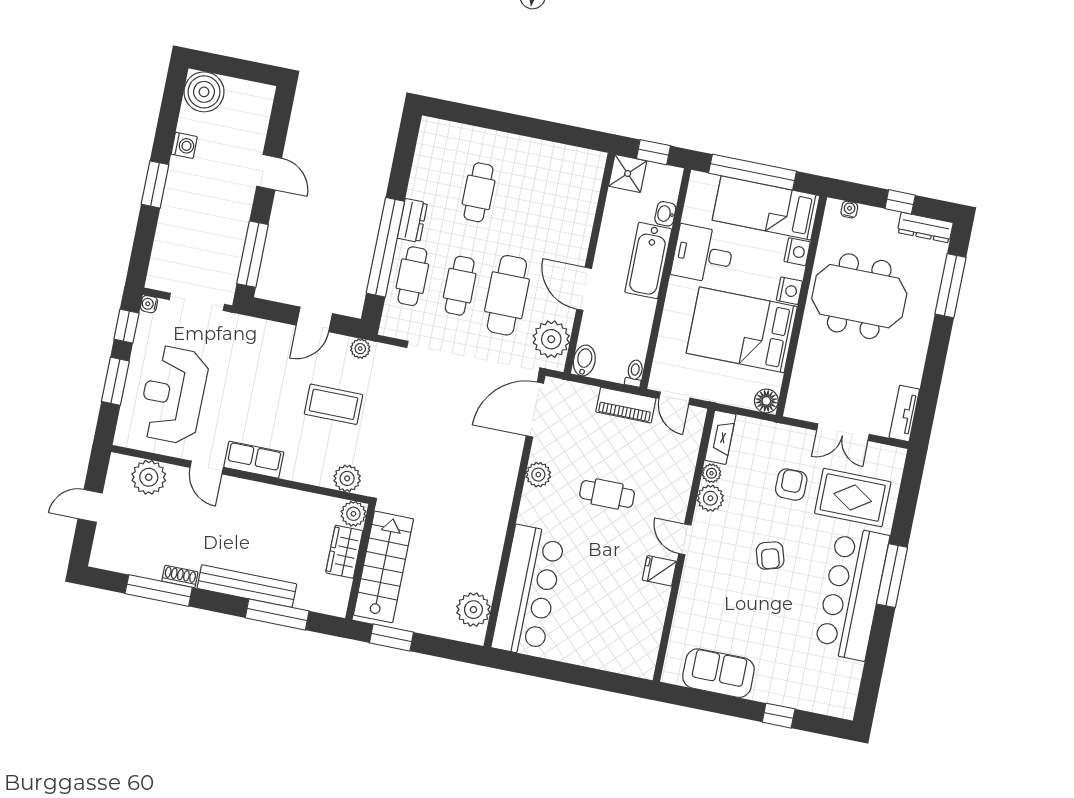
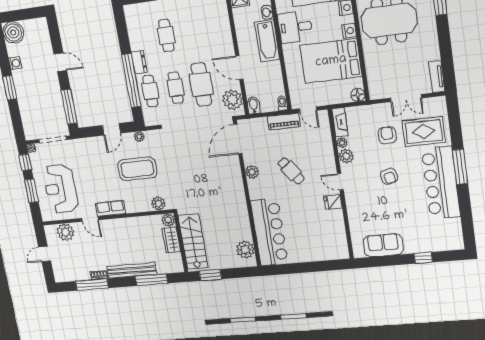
coffee table: (333, 404) -> (137, 169), width x1.36, depth x1.32
cafe table: (607, 494) -> (291, 171), turned 55

